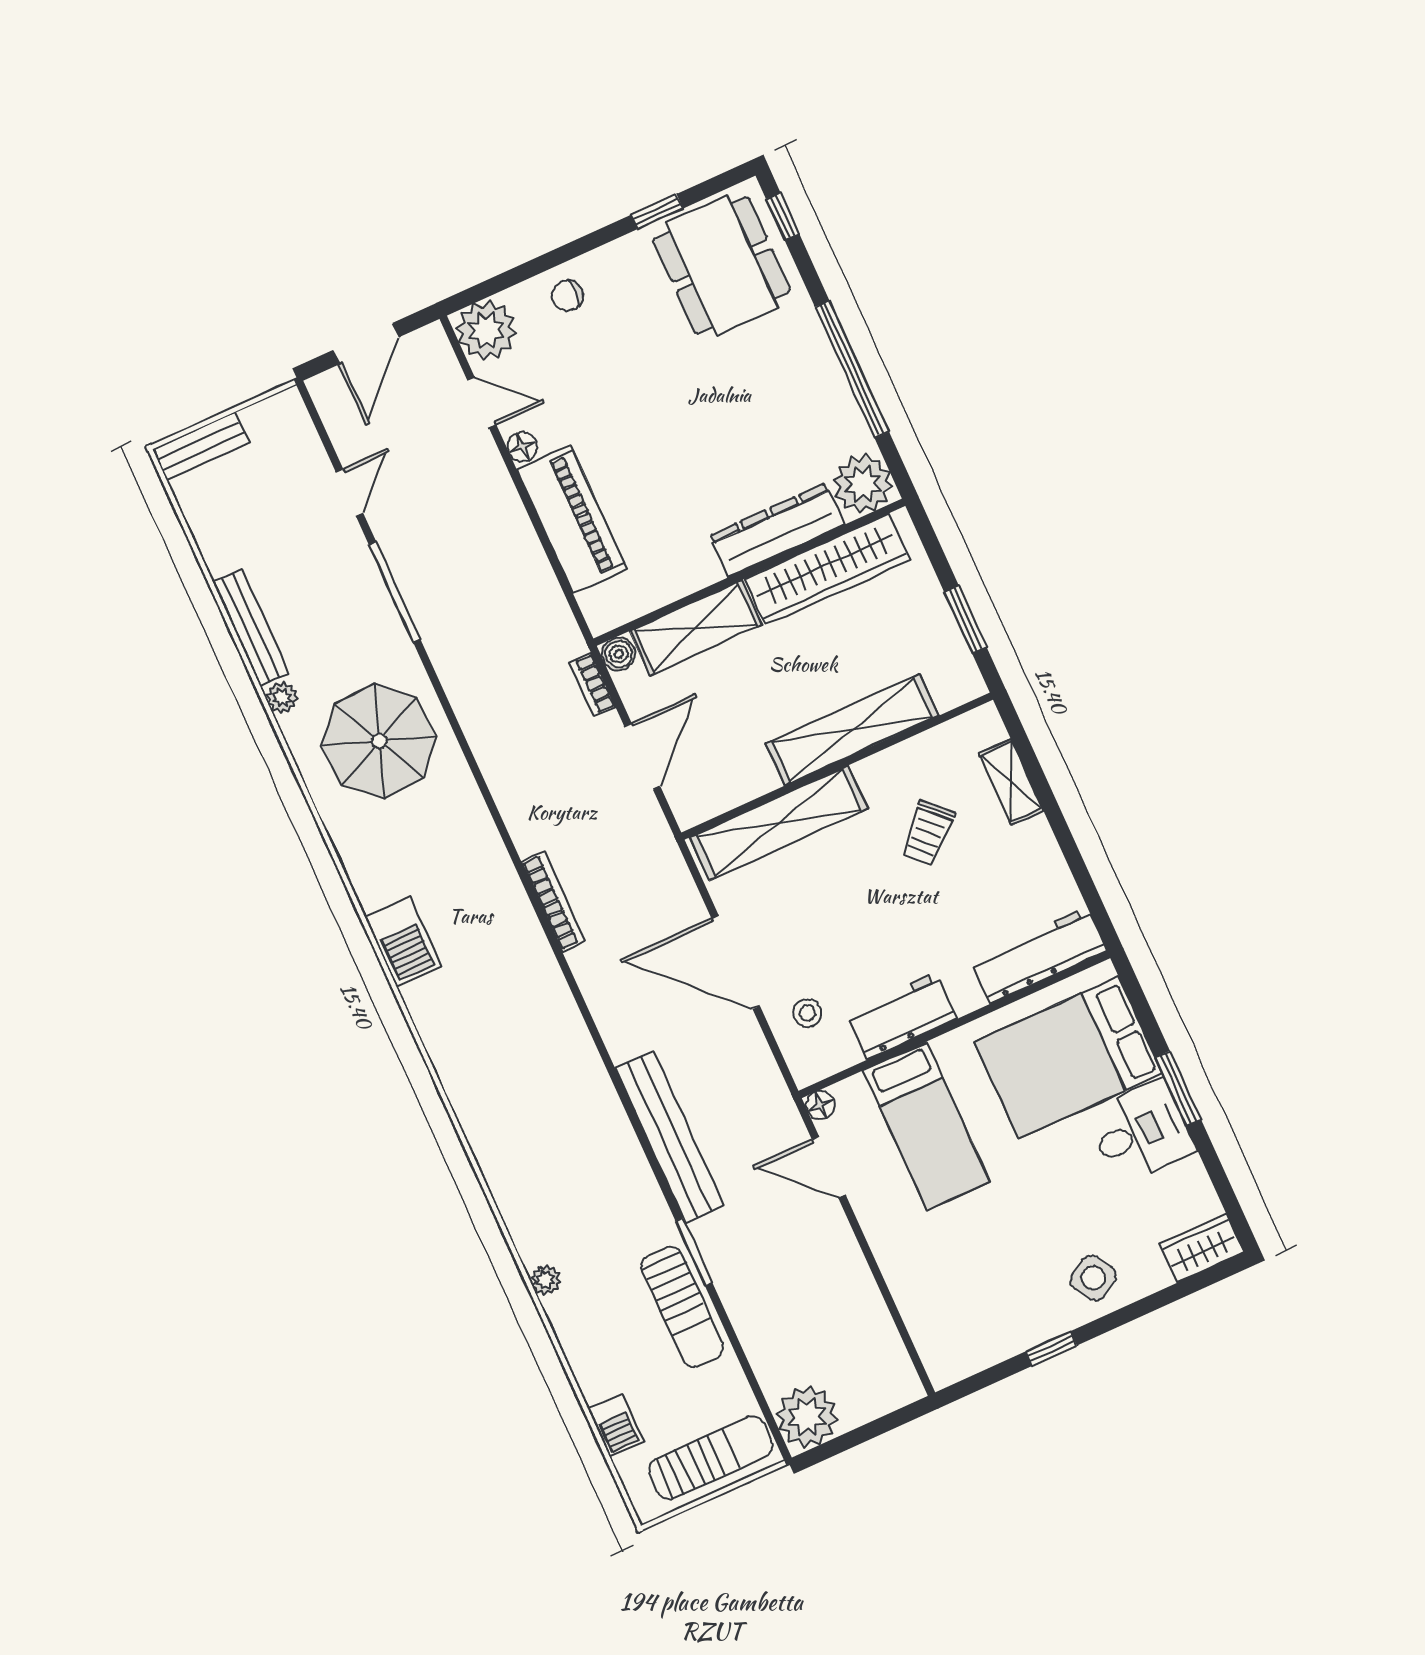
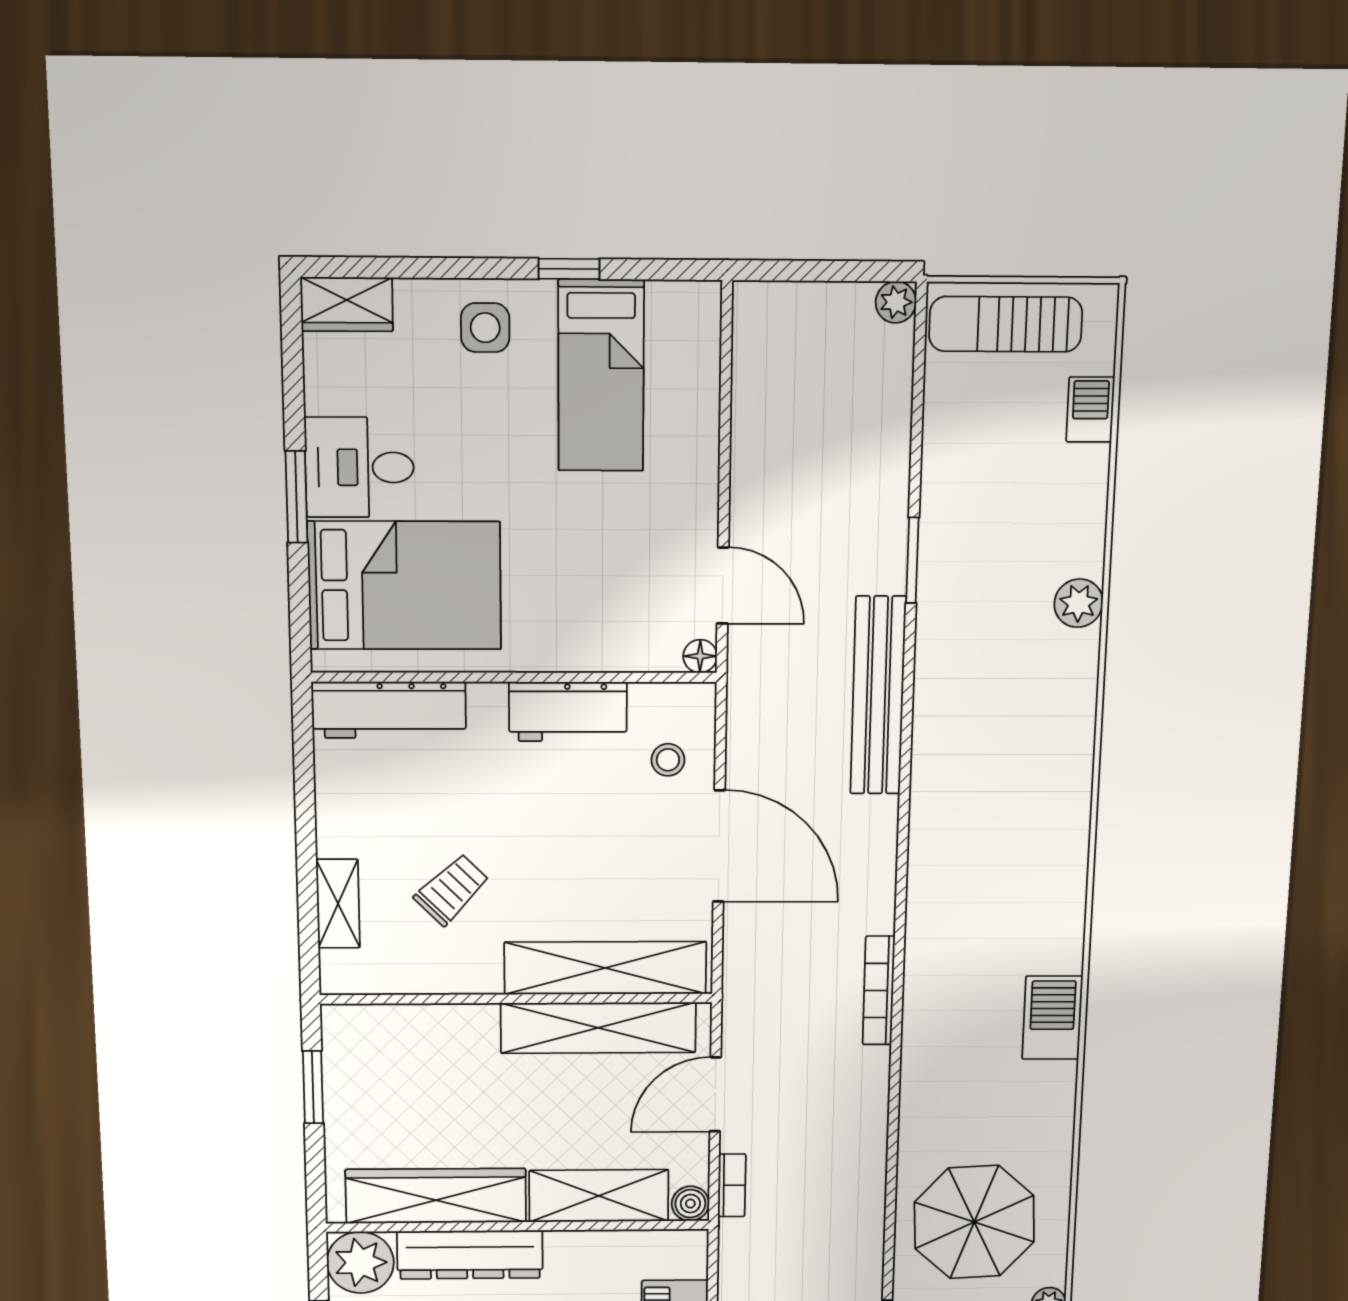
shelving: (852, 730) -> (598, 1028), moved
bed: (927, 1126) -> (601, 376), moved, turned 180
side table: (1093, 1278) -> (485, 328), turned 32
plant: (546, 1280) -> (1079, 603), width x1.38, depth x1.38
sun lounger: (682, 1307) -> (954, 507), removed
plant: (807, 1417) -> (896, 302), width x0.53, depth x0.53

